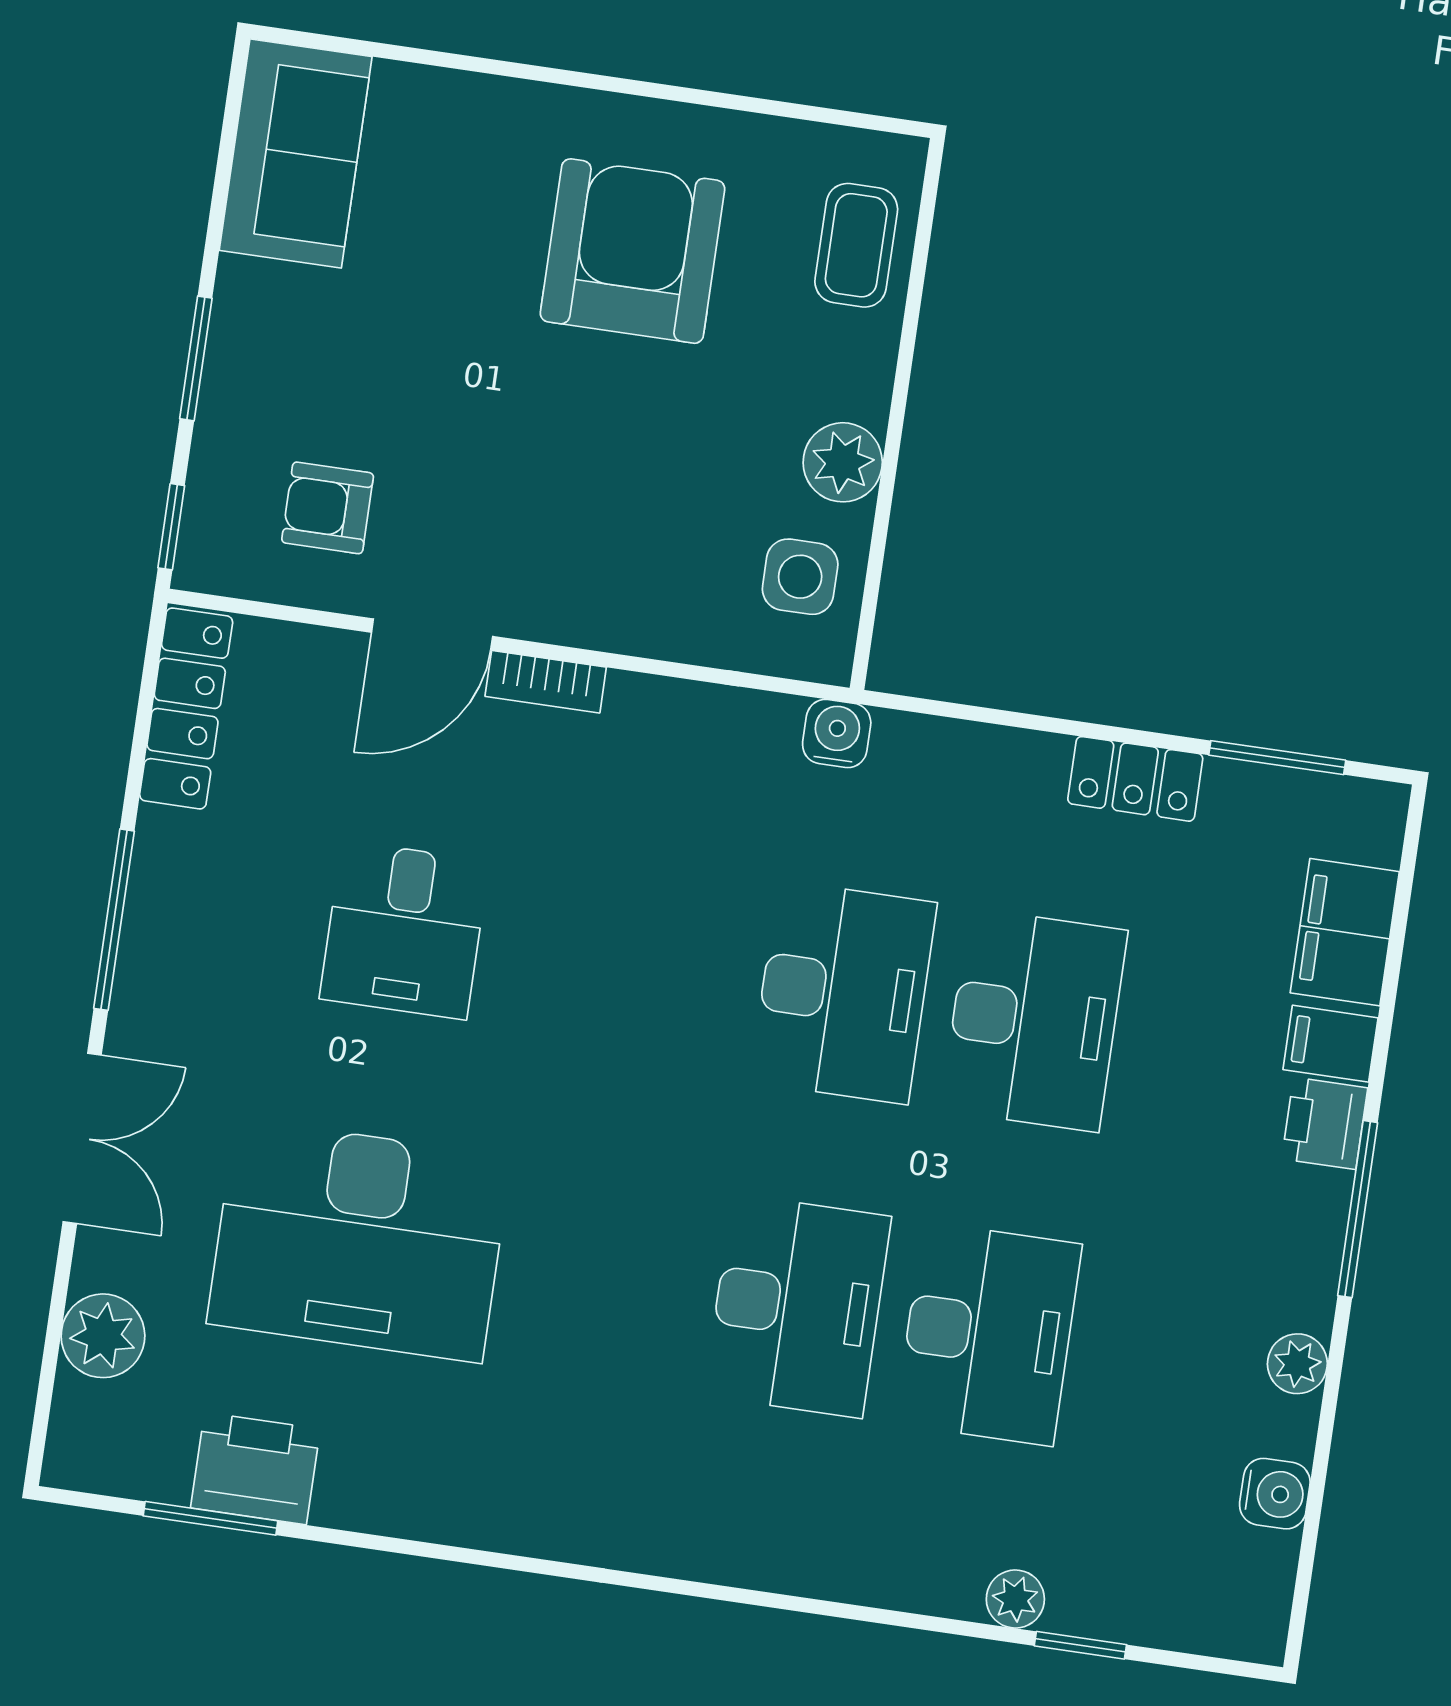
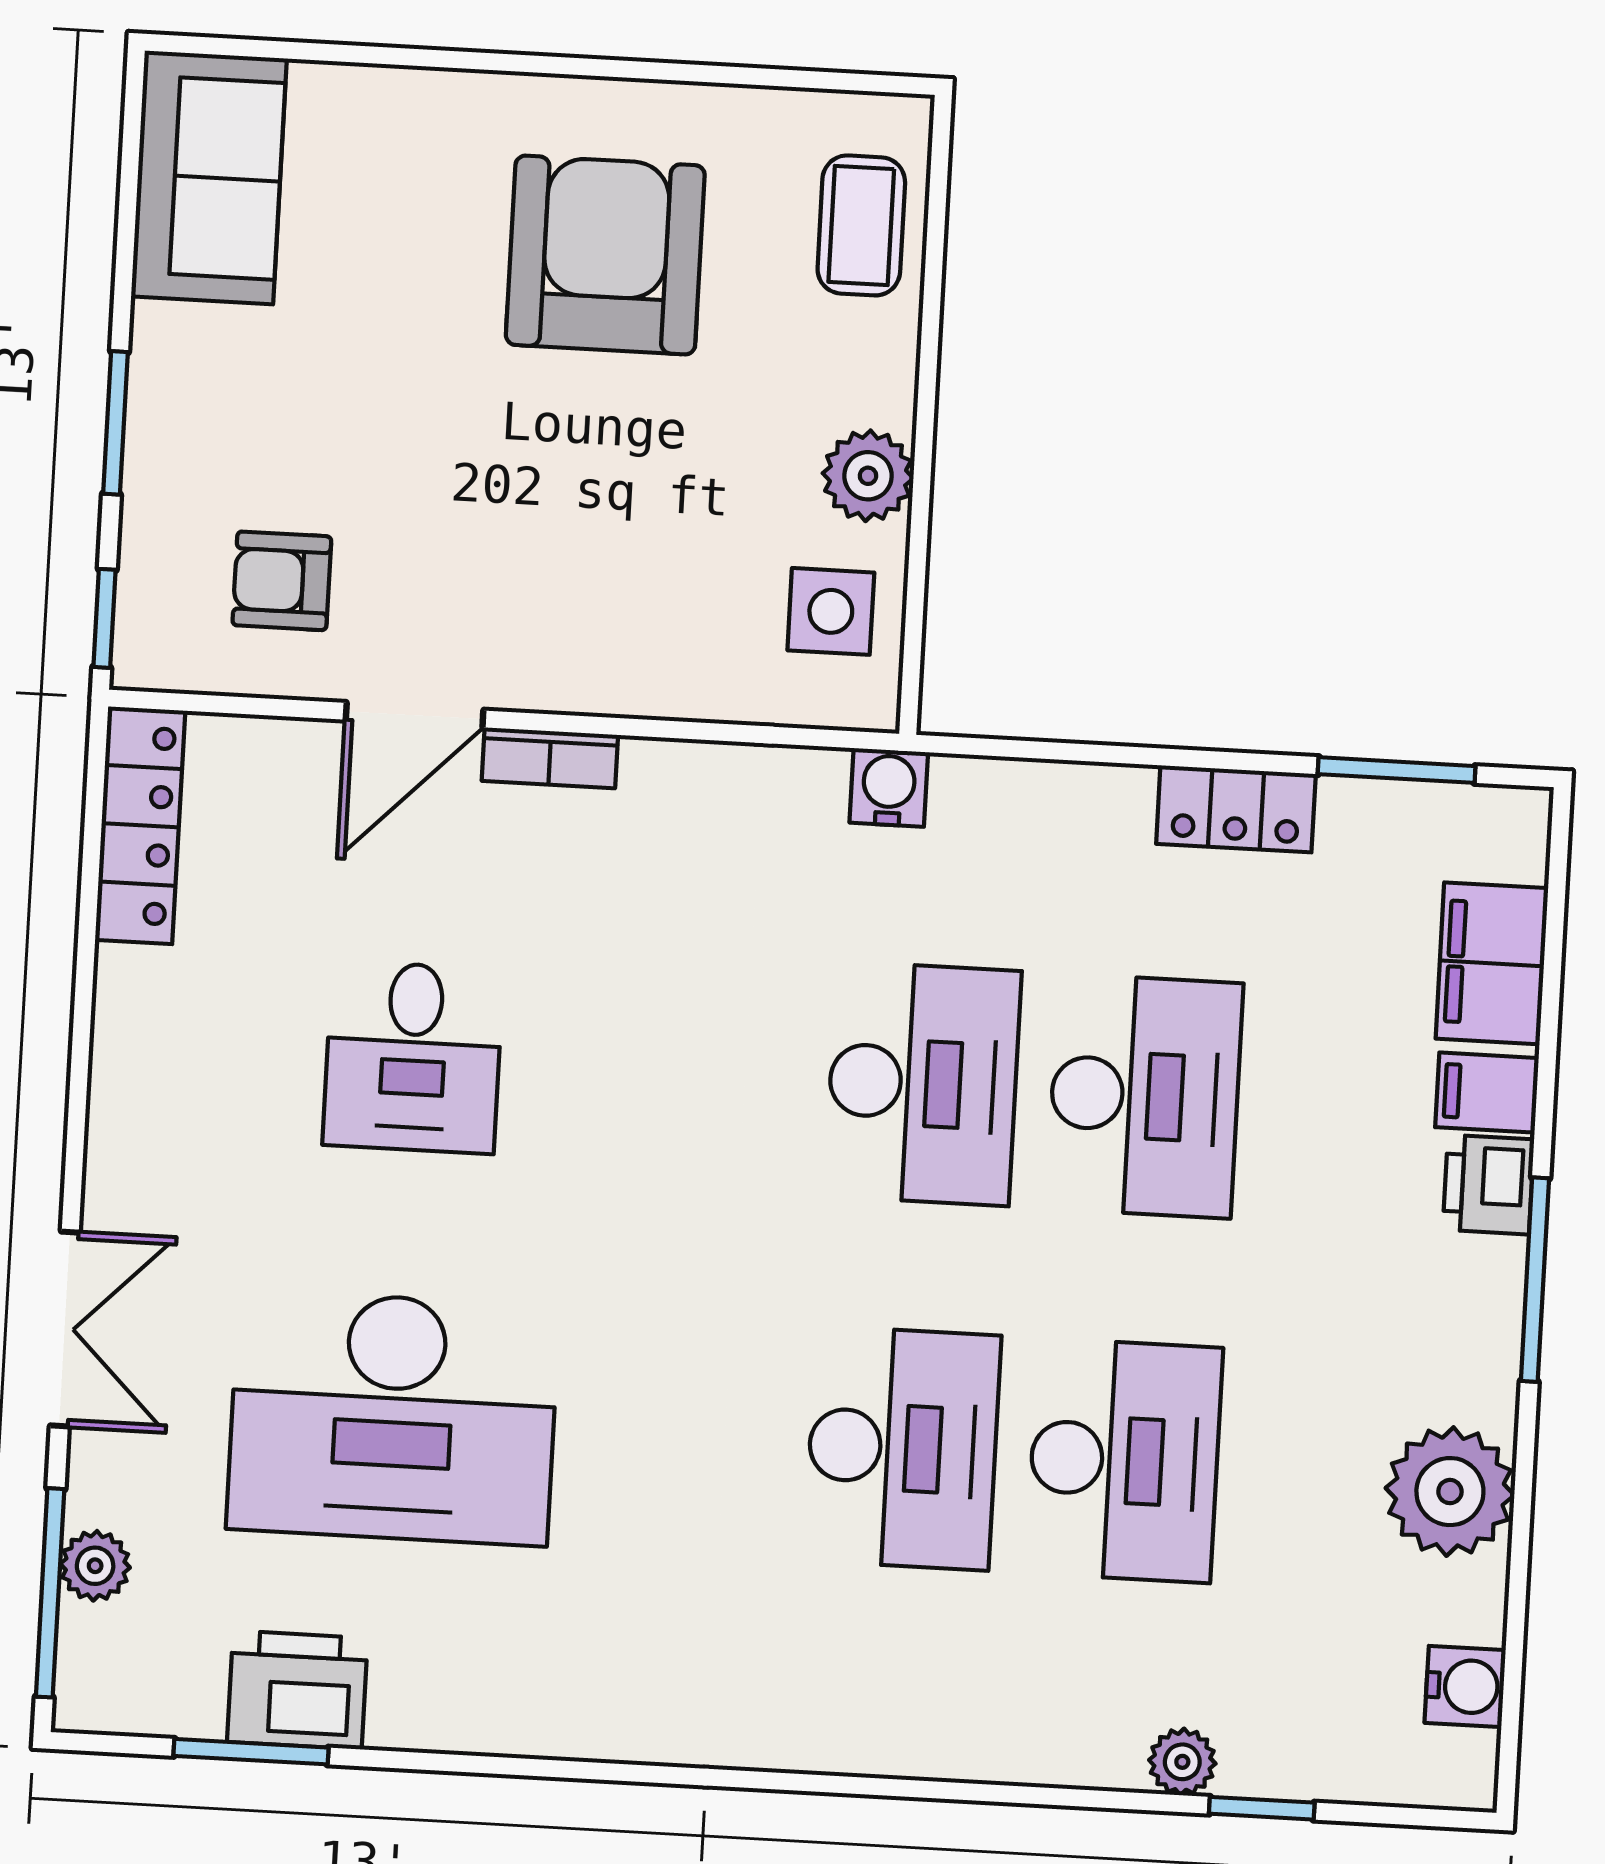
window: (114, 920) -> (50, 1593), moved
plant: (103, 1336) -> (95, 1566), width x0.73, depth x0.73
plant: (1297, 1364) -> (1450, 1492), width x1.87, depth x1.87
water cooler: (1275, 1494) -> (1465, 1686), moved

